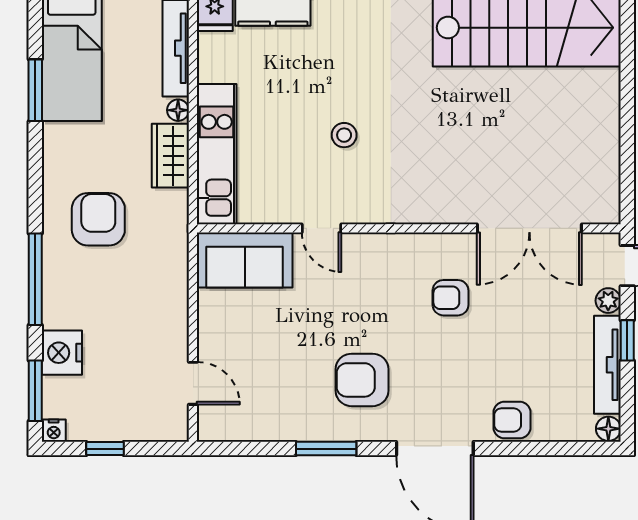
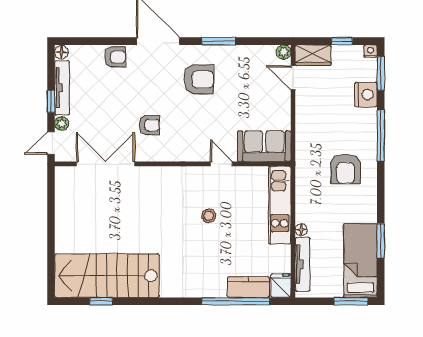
wardrobe: (170, 156) -> (313, 55), moved, turned 90
plant: (210, 429) -> (284, 52), added

